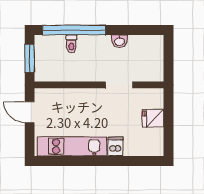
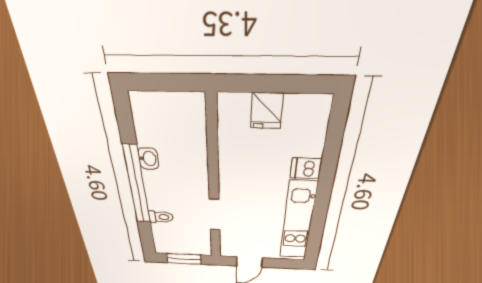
window: (74, 30) -> (137, 185), moved
doorway: (119, 85) -> (215, 214), moved

